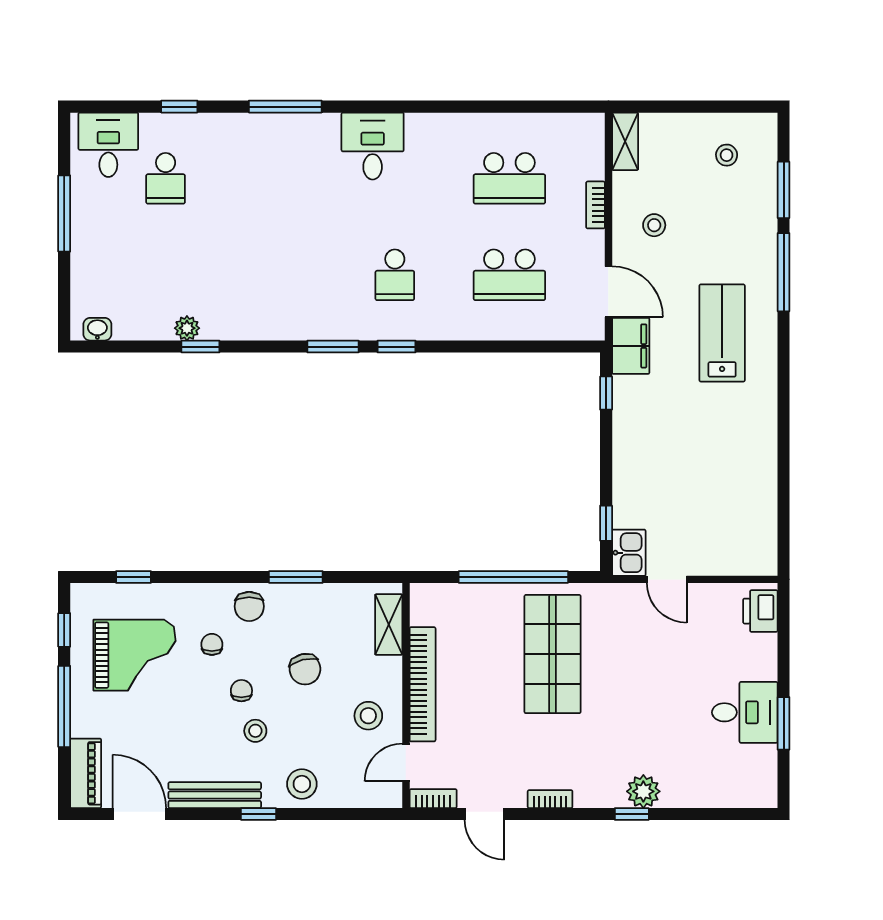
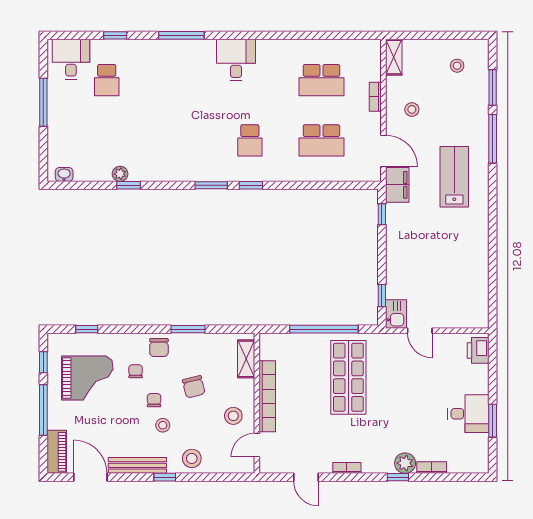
bookcase: (433, 799) -> (432, 468), moved

